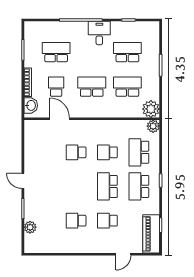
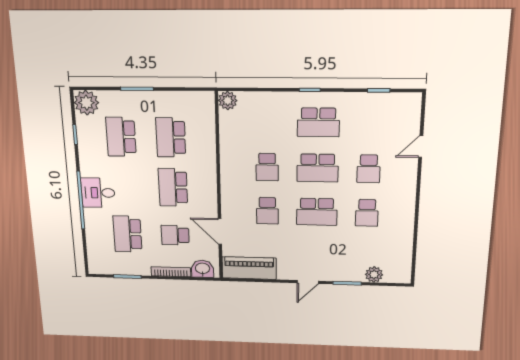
desk: (99, 33) -> (98, 193), moved
plant: (151, 109) -> (86, 103), moved
door: (60, 119) -> (220, 232), hinge flipped
school desk: (139, 152) -> (317, 212), moved
piano: (151, 234) -> (249, 268), moved, turned 180
door: (123, 254) -> (421, 147), swing flipped

